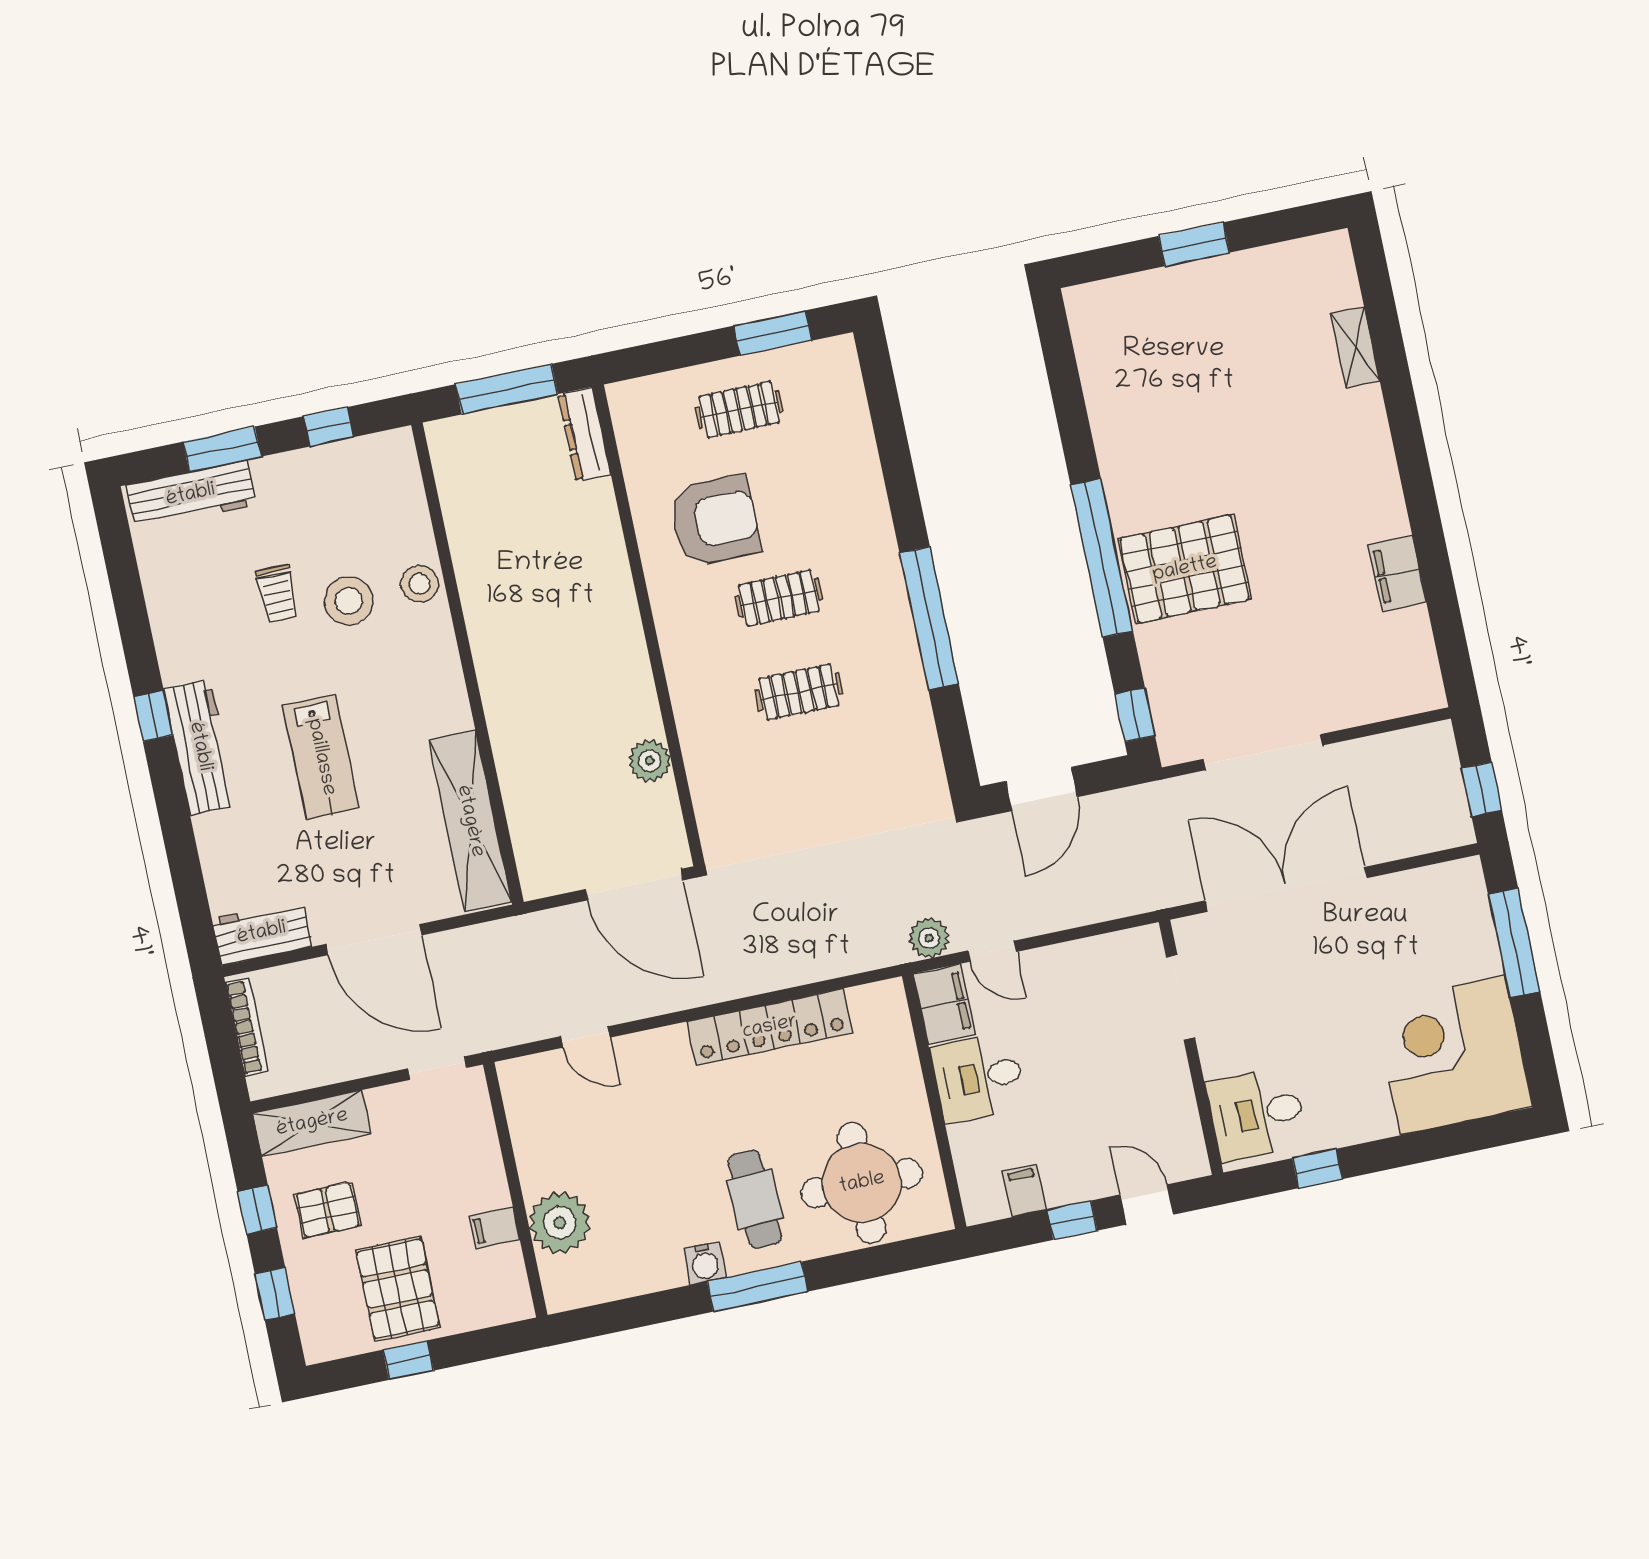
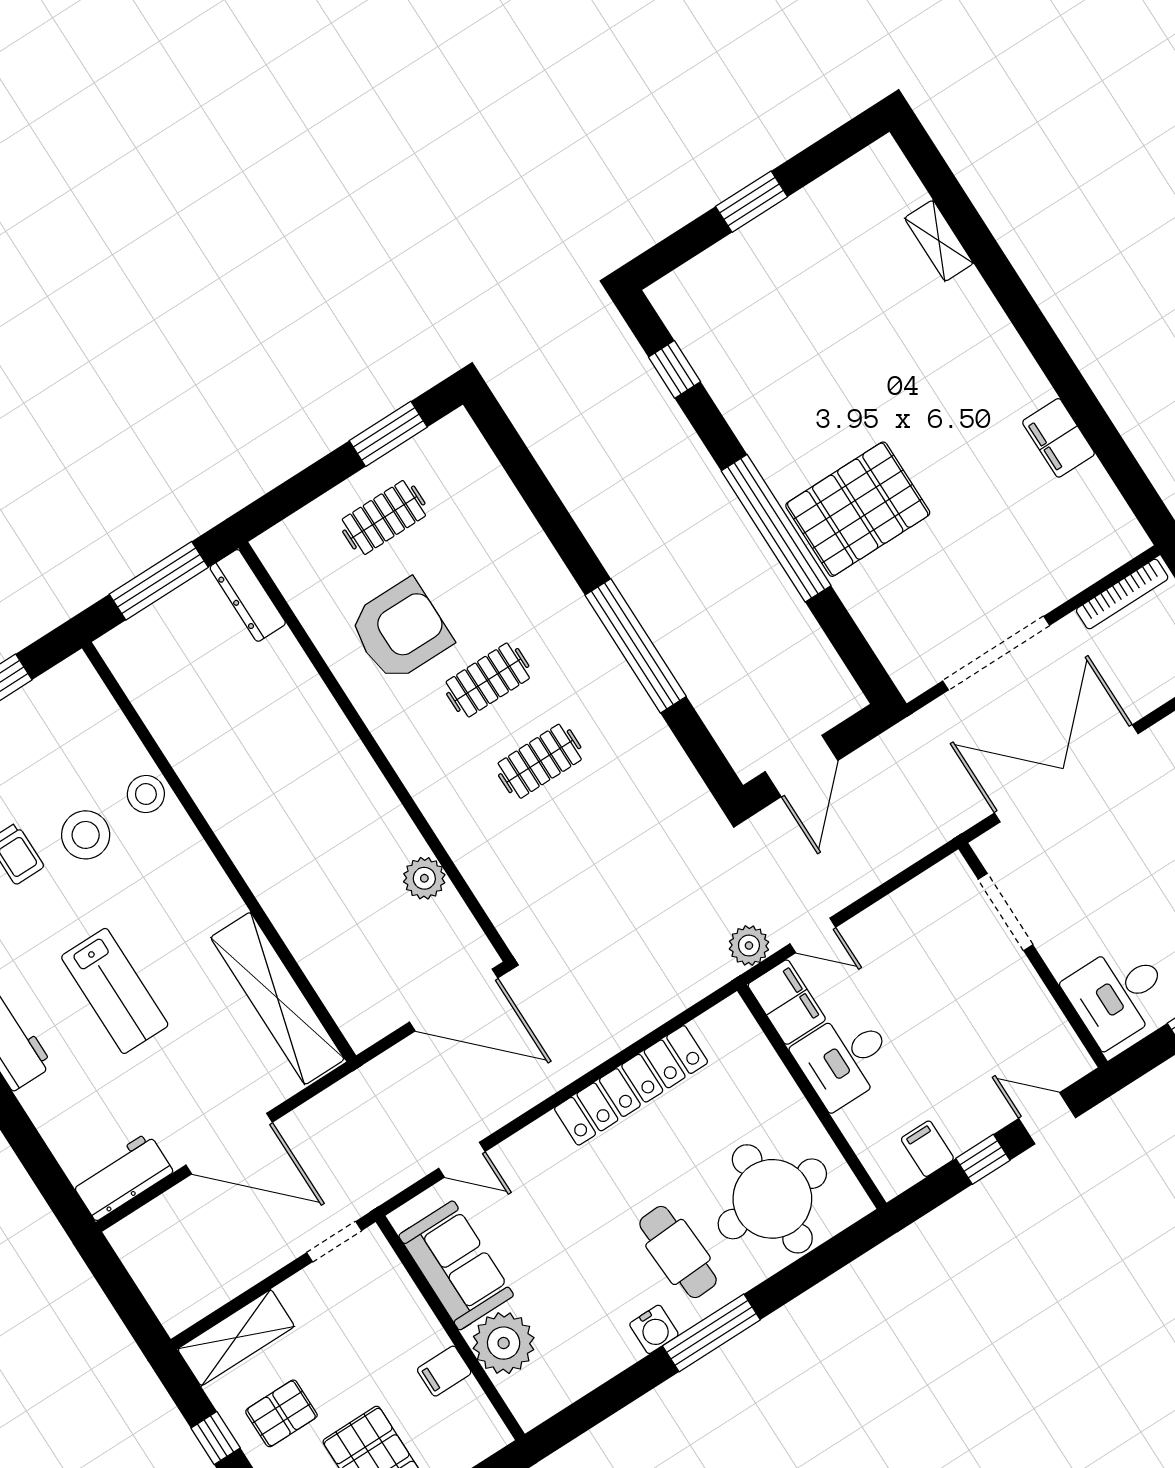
window: (1135, 715) -> (674, 369), moved
bookcase: (247, 1027) -> (1122, 594), moved, turned 90
sofa: (543, 1133) -> (456, 1265), added

